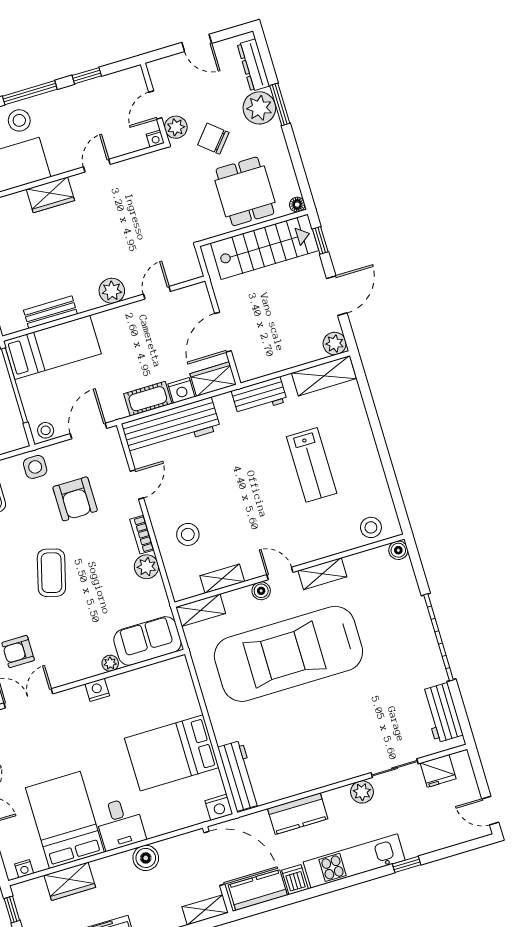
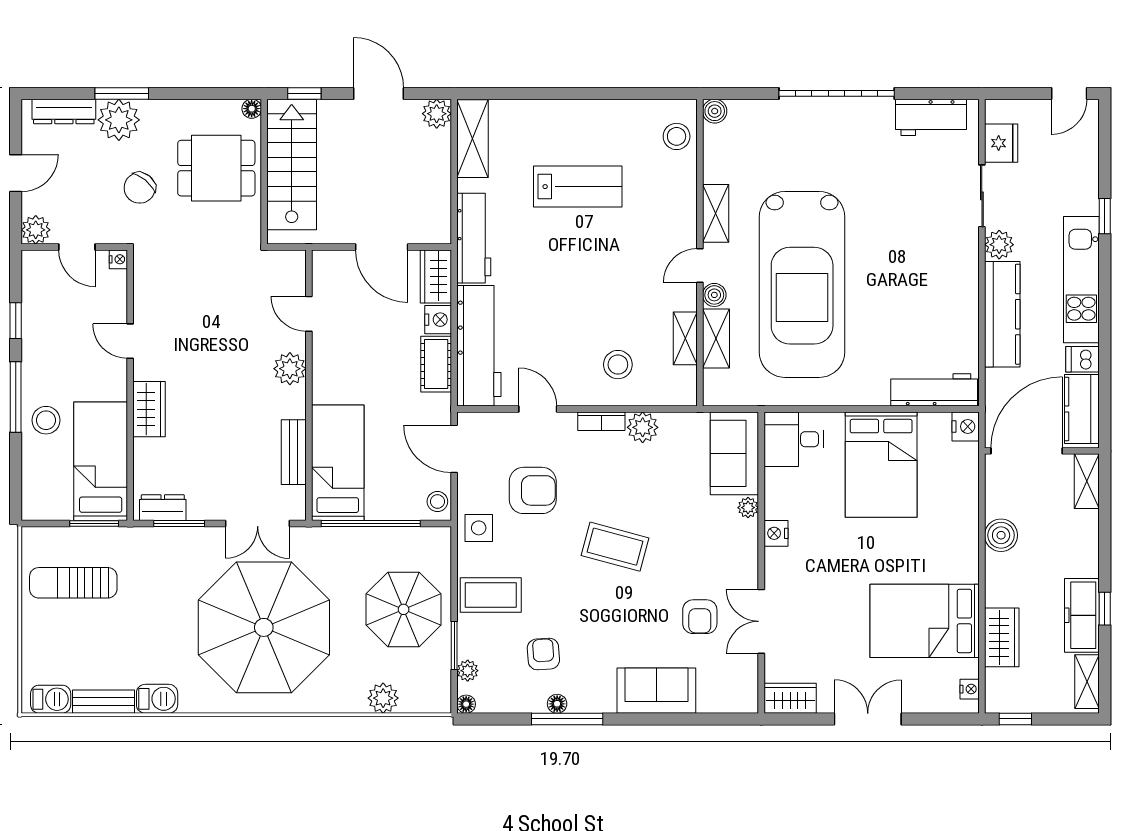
plant: (176, 127) -> (36, 230), moved
workbench: (259, 396) -> (474, 238), width x1.38
shelving: (201, 610) -> (716, 338), moved
kitchen counter: (298, 814) -> (1002, 314), width x1.50
desk: (120, 824) -> (794, 439), moved, turned 180

